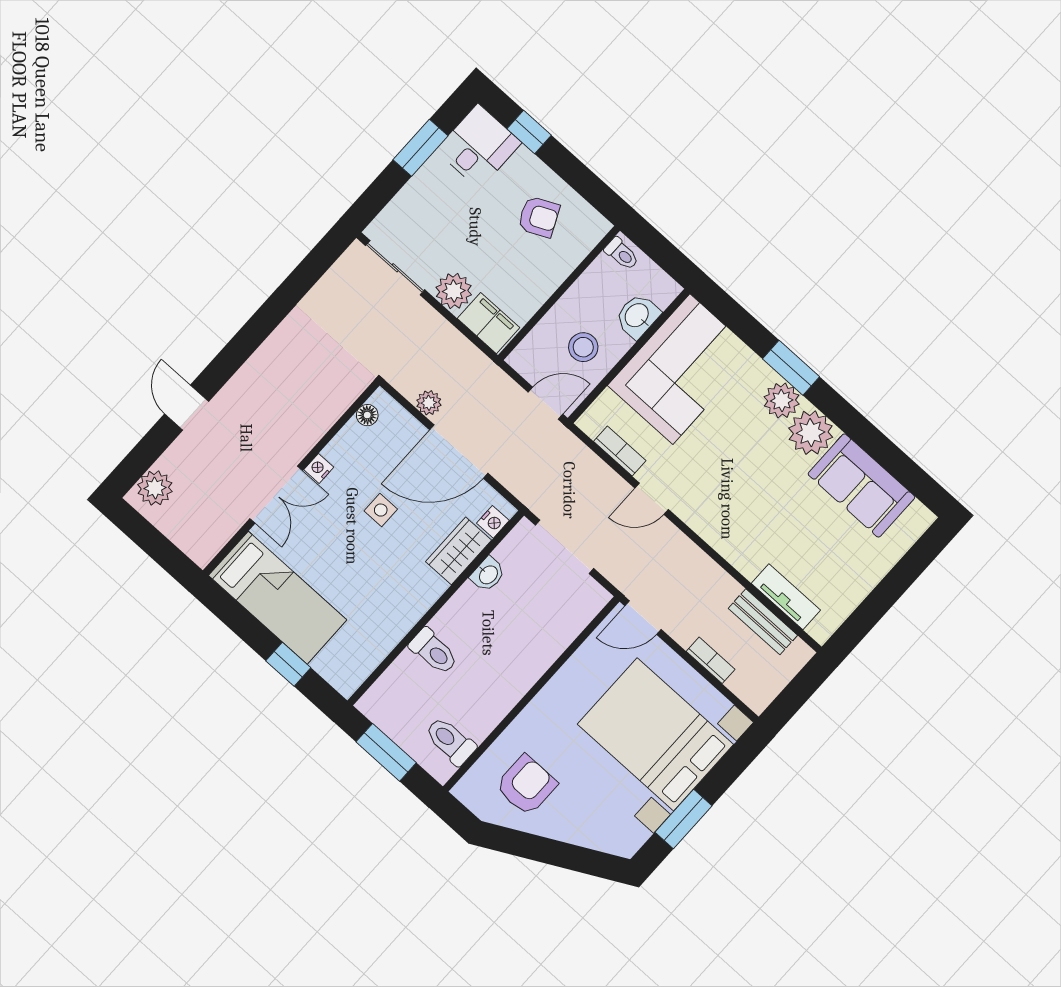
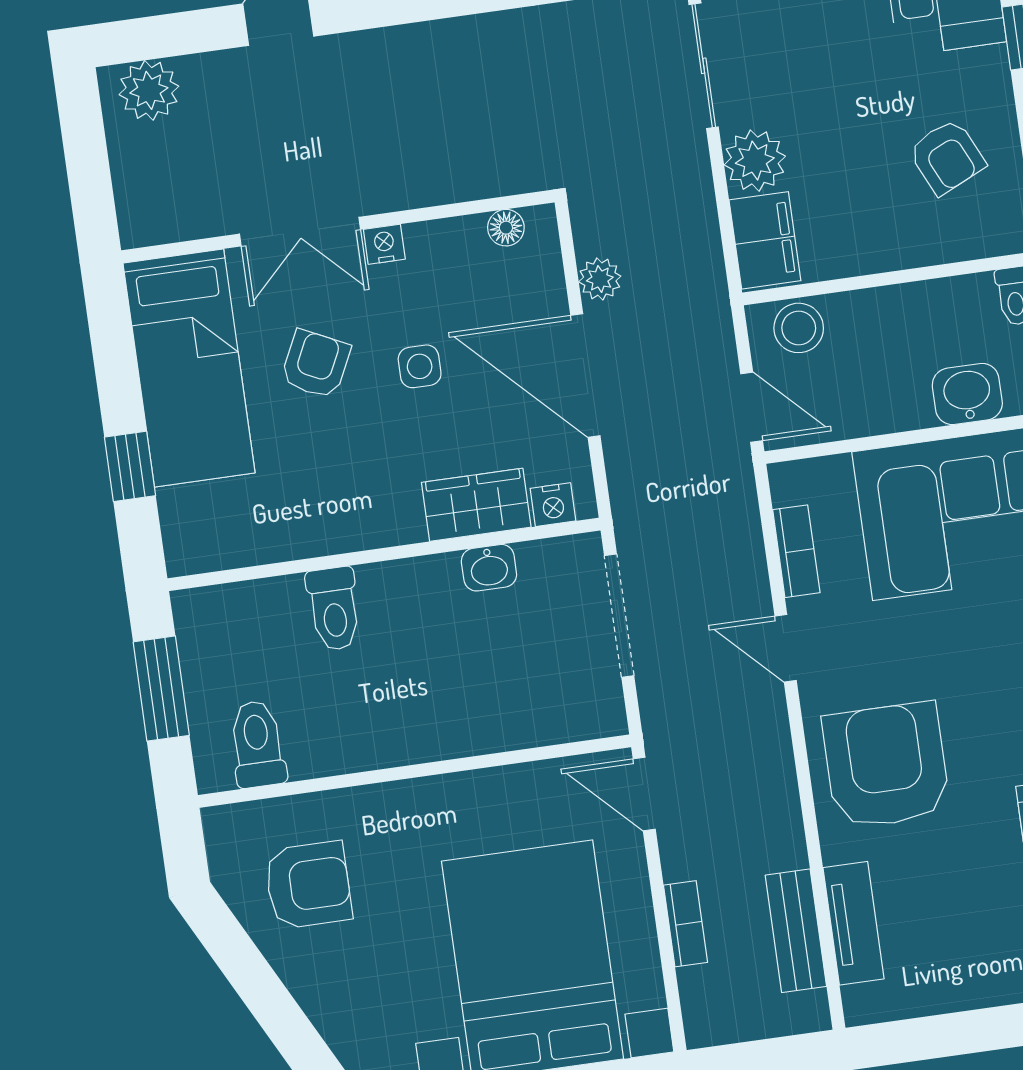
stool: (583, 347) -> (799, 328), moved
armchair: (741, 513) -> (886, 765), added
armchair: (333, 548) -> (316, 364), added

